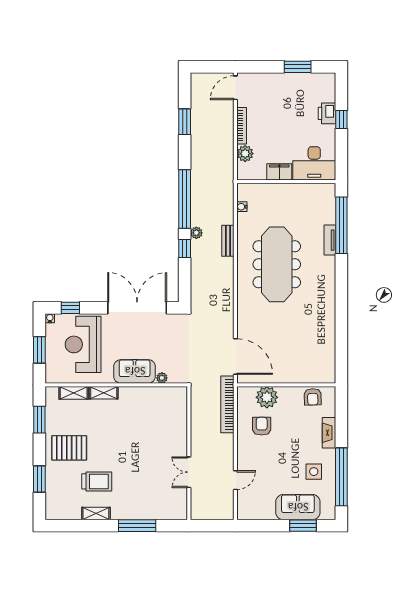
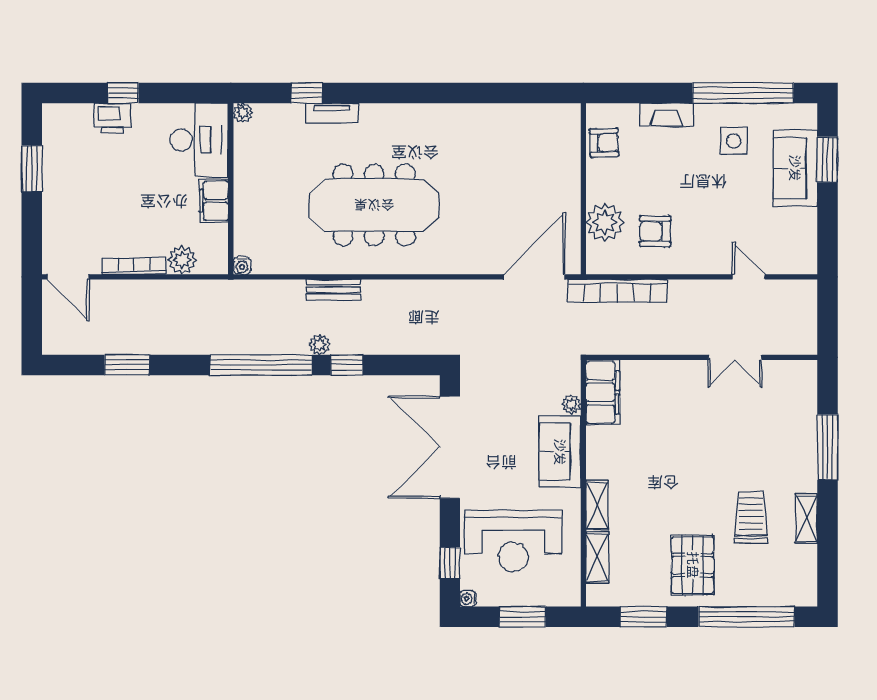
plant: (330, 189) -> (243, 113), added
water cooler: (242, 207) -> (242, 266), moved
window: (341, 225) -> (307, 93), width x0.32
filing cabinet: (169, 396) -> (603, 392), added
window: (39, 479) -> (747, 617), width x2.11

